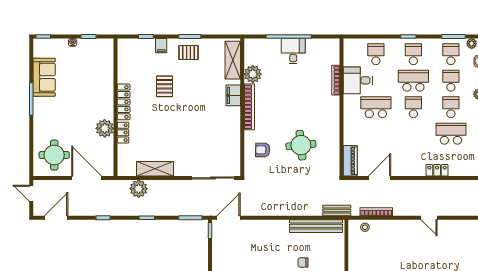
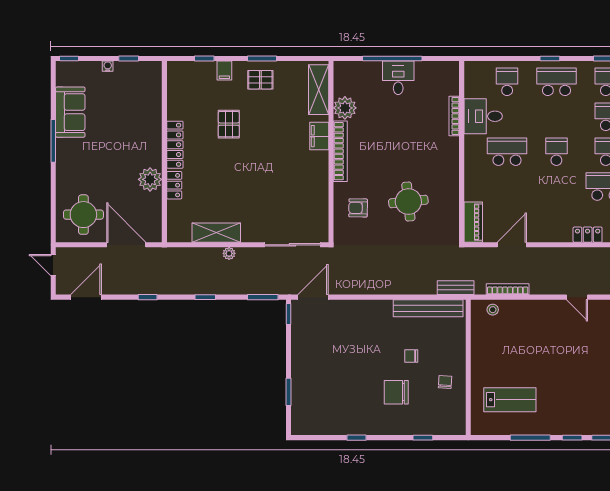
school desk: (413, 54) -> (556, 82), width x1.85
school desk: (413, 81) -> (556, 117), removed
plant: (139, 189) -> (229, 253), moved, width x0.53, depth x0.53

